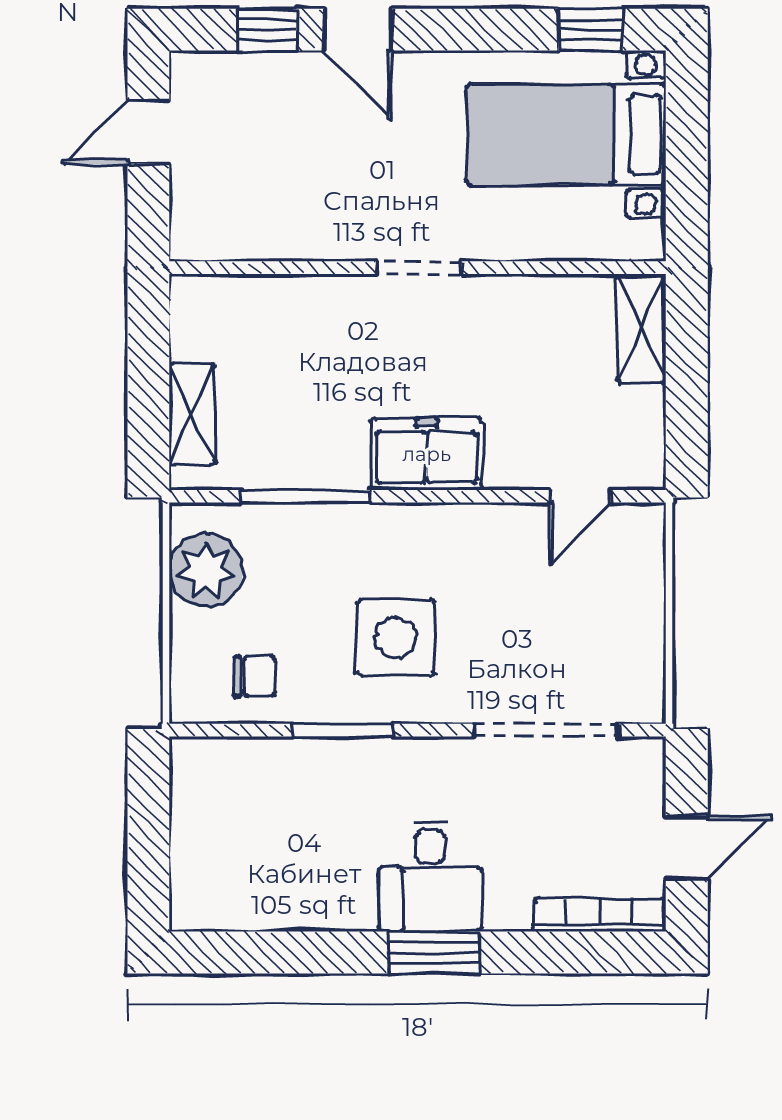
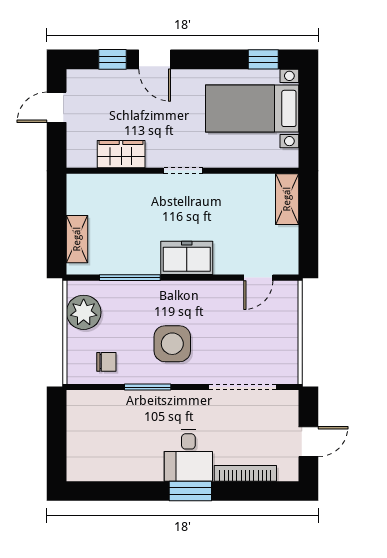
wardrobe: (286, 232) -> (121, 154), added
bookcase: (600, 915) -> (245, 473), moved

